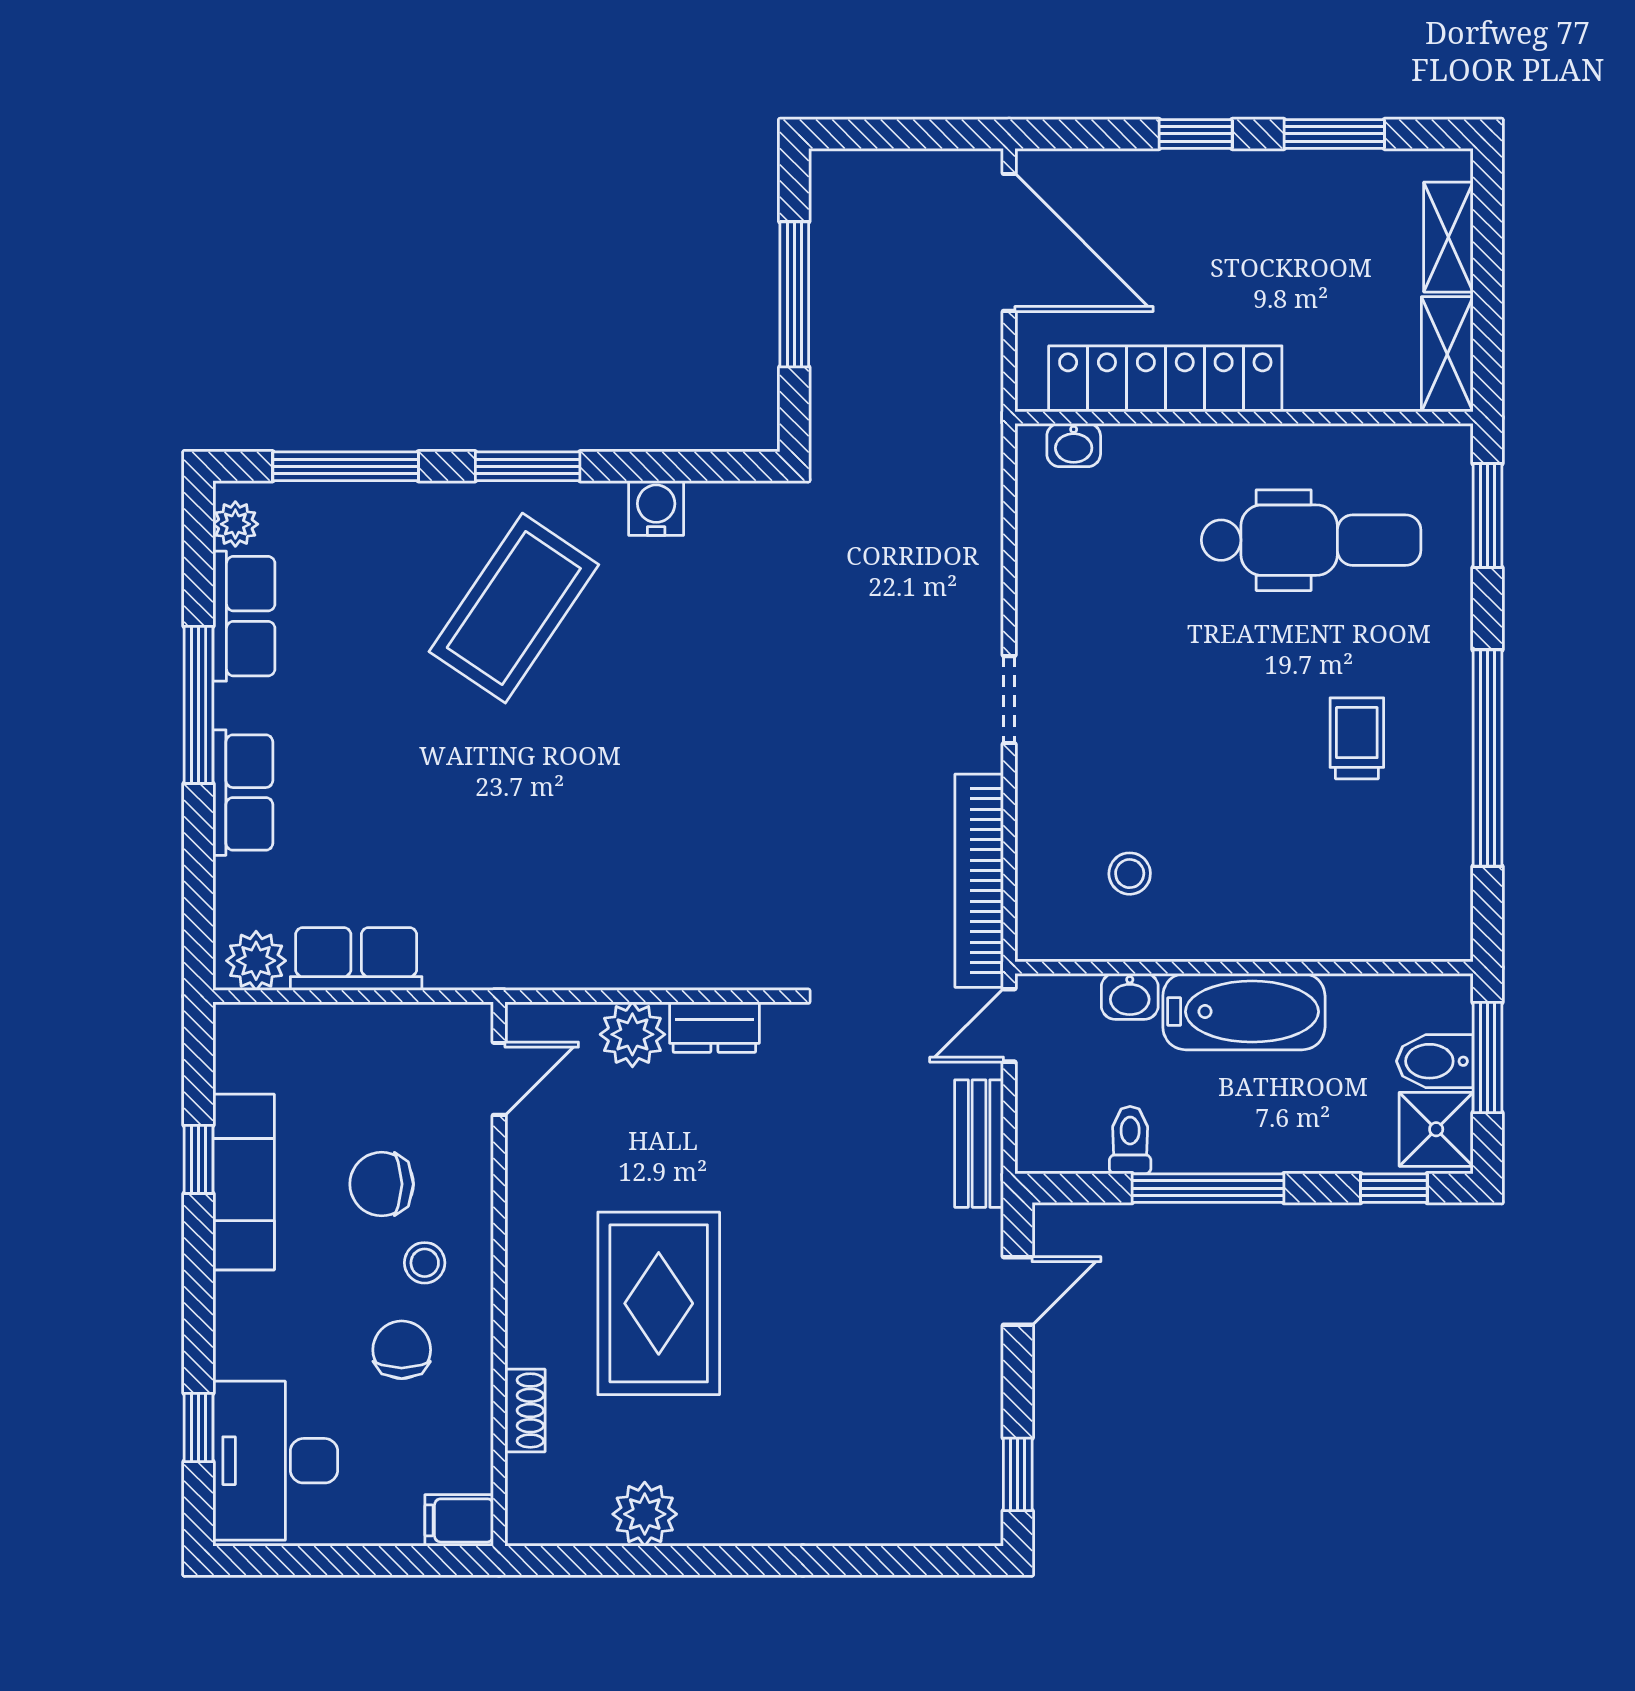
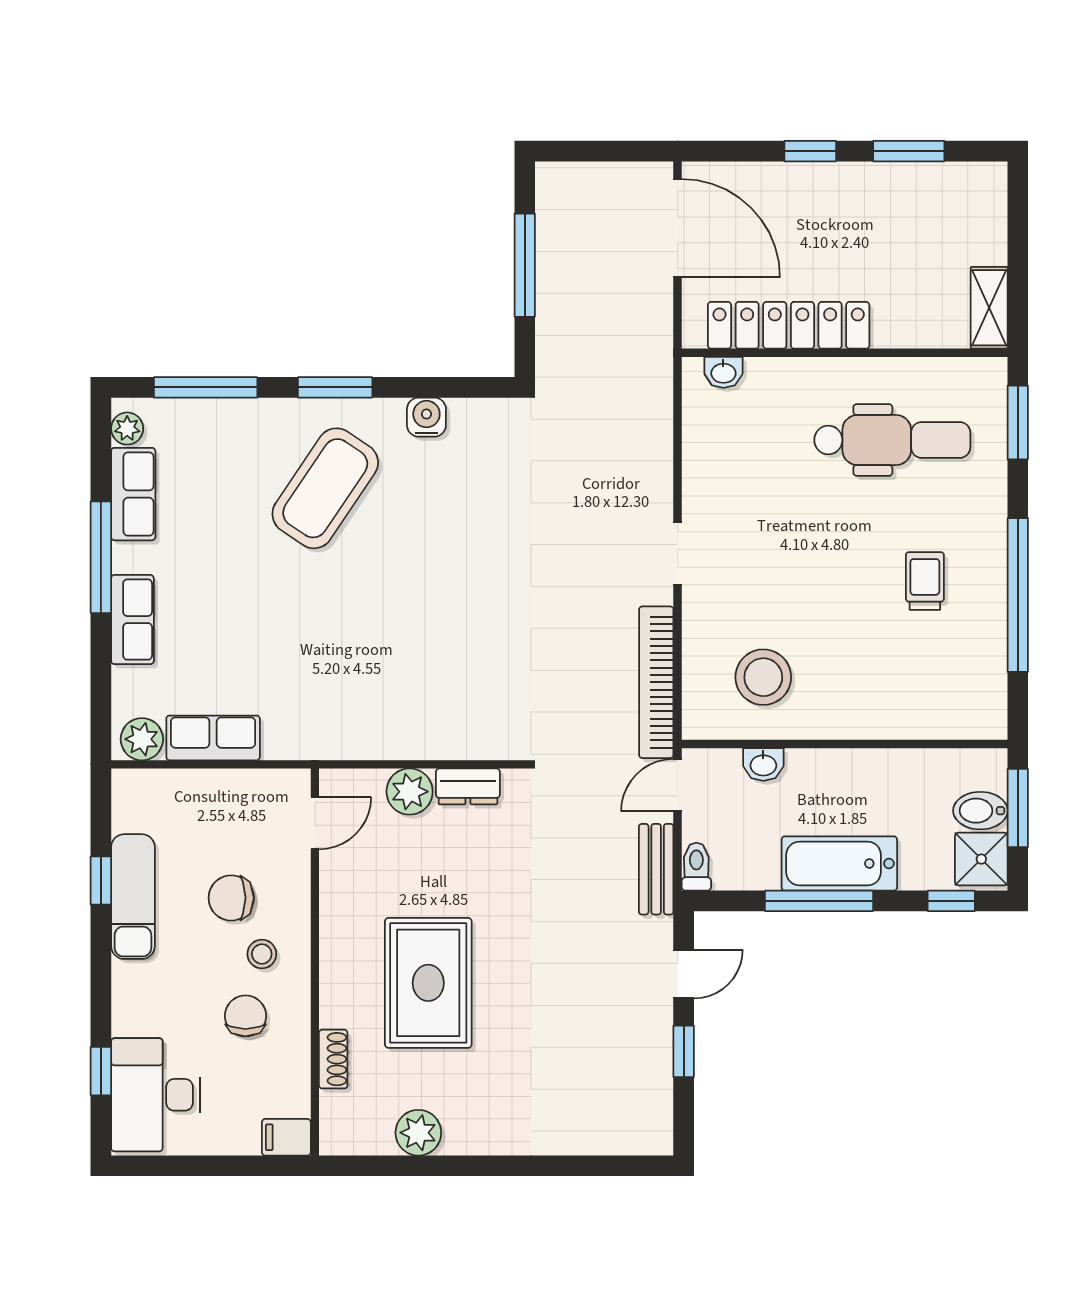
shelving: (1448, 237) -> (990, 224), removed
stool: (1130, 874) -> (763, 677), width x1.89, depth x1.89
bathtub: (1244, 1012) -> (839, 863), moved, turned 180
toilet: (1130, 1140) -> (696, 867), moved
window: (1018, 1474) -> (684, 1051), moved

